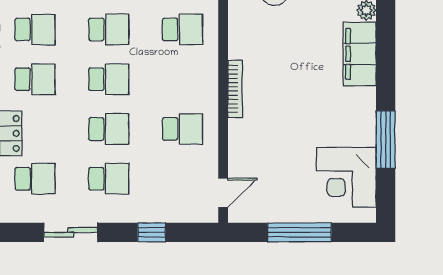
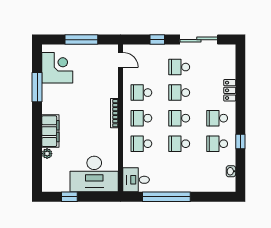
school desk: (35, 179) -> (141, 118), moved
door: (223, 193) -> (121, 60), swing flipped
sliding door: (71, 232) -> (199, 40), width x1.37

